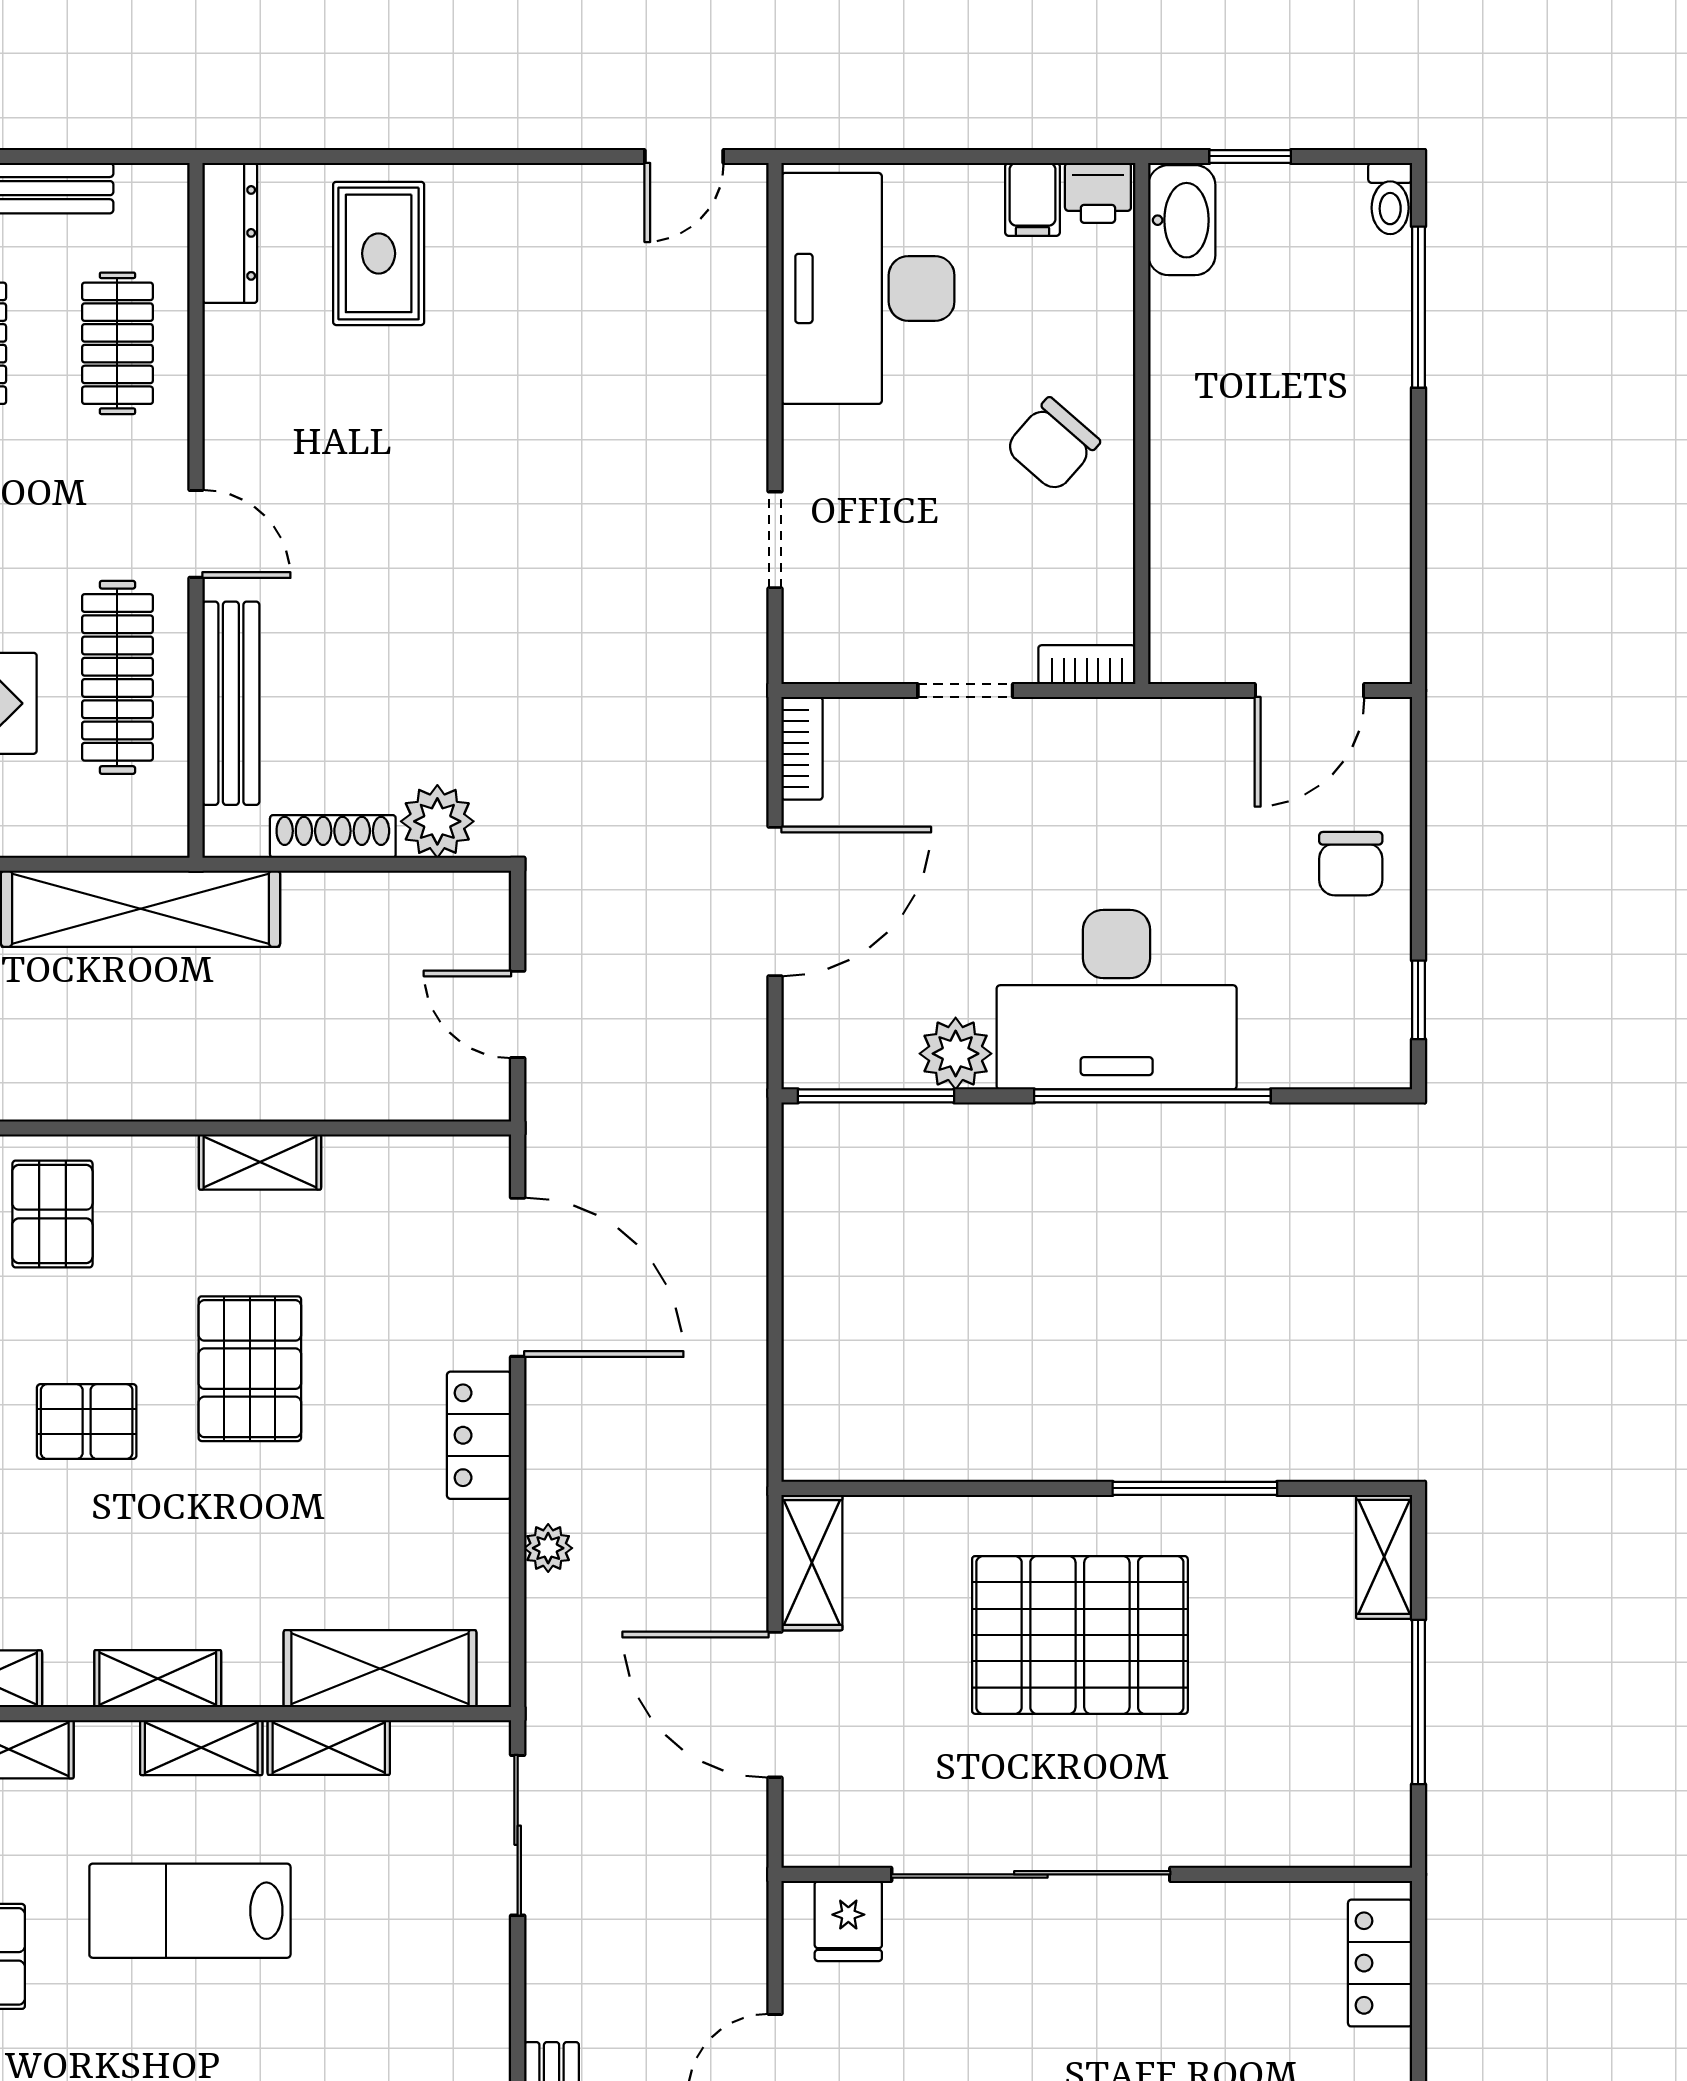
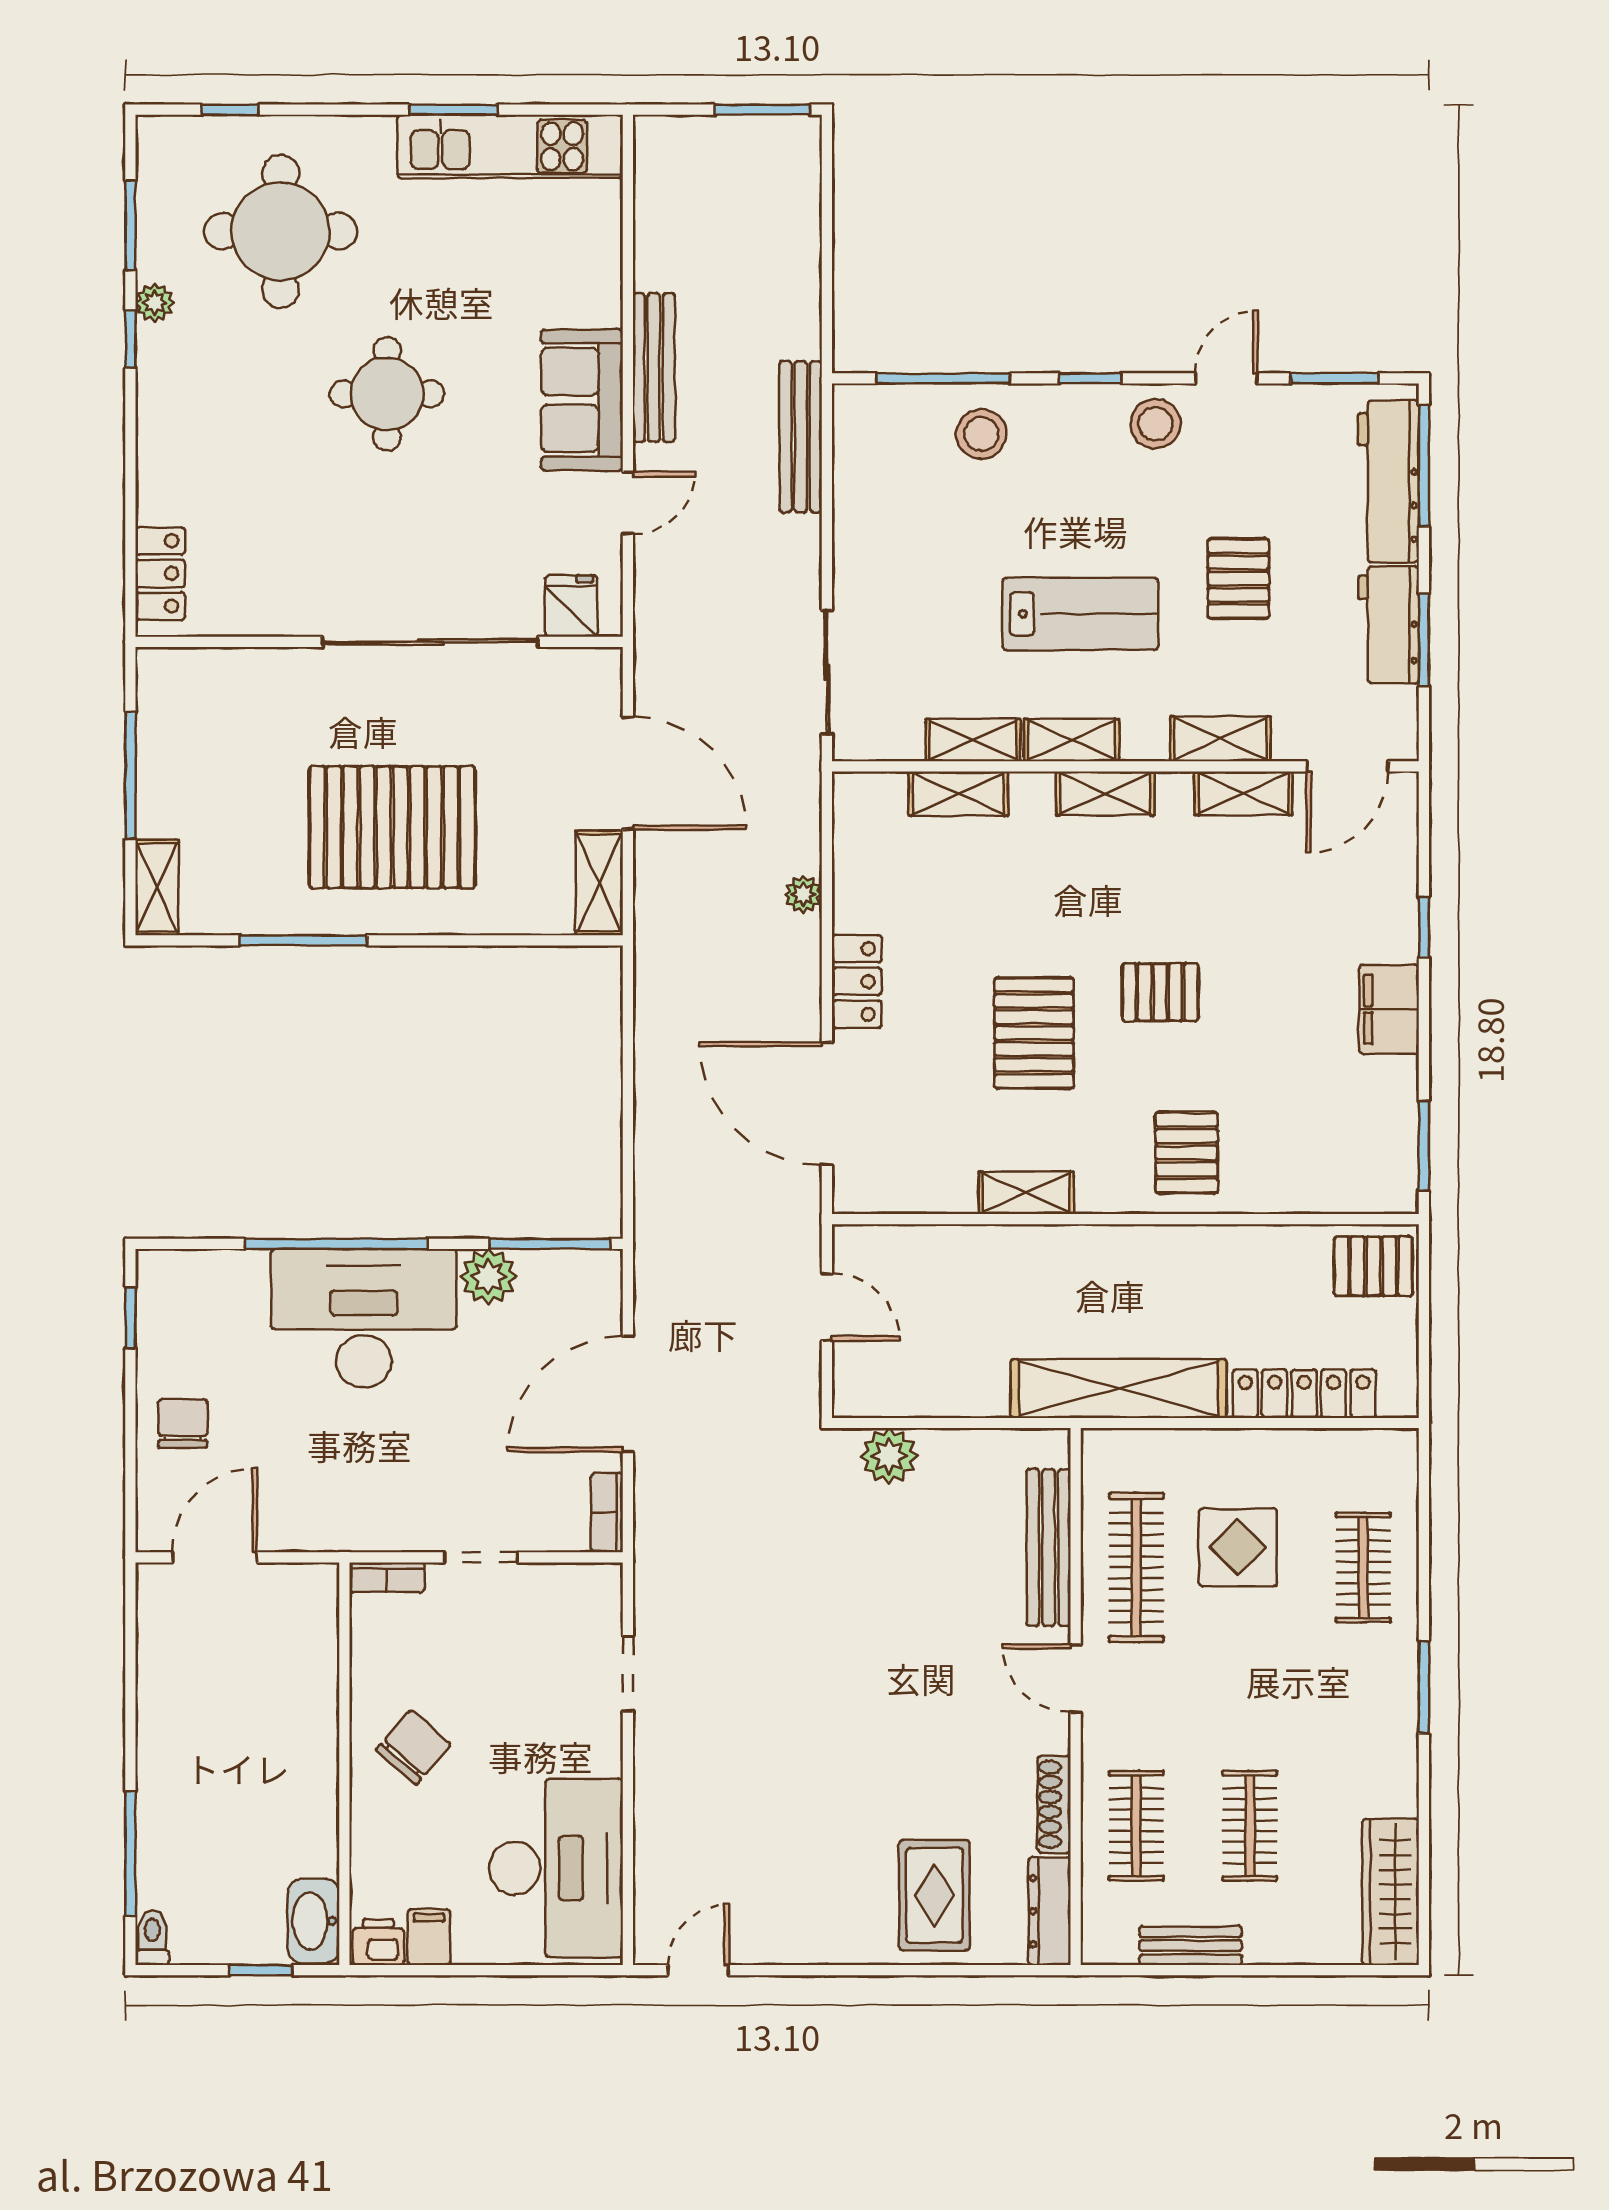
shoe rack: (333, 836) -> (1054, 1804), moved, turned 90
shelving: (380, 1669) -> (958, 794), width x0.67, depth x0.75

